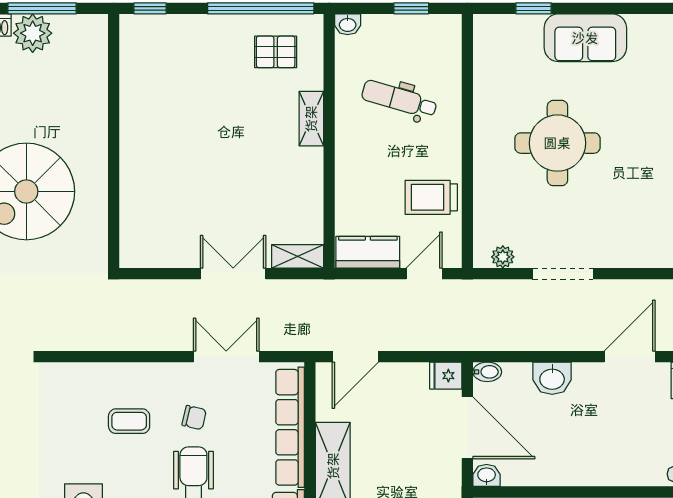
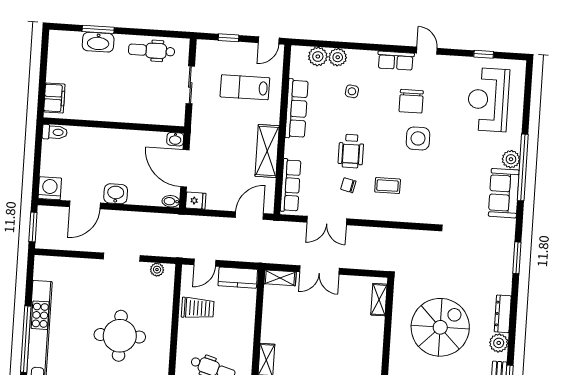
shelving: (131, 231) -> (379, 300), added
washbasin: (552, 378) -> (116, 194), moved
row of seats: (290, 427) -> (291, 185), width x0.73

